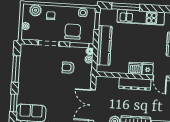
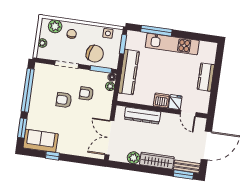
chair: (73, 32) -> (95, 54), turned 104
window: (16, 69) -> (28, 90), width x1.46
armchair: (49, 75) -> (64, 100), added
dresser: (135, 84) -> (142, 115), moved

